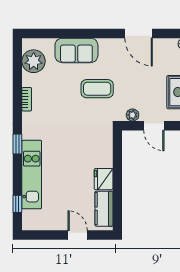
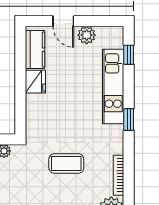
coffee table: (97, 89) -> (66, 164), moved
bookcase: (27, 99) -> (119, 175), width x1.56
plant: (56, 222) -> (87, 35), added

